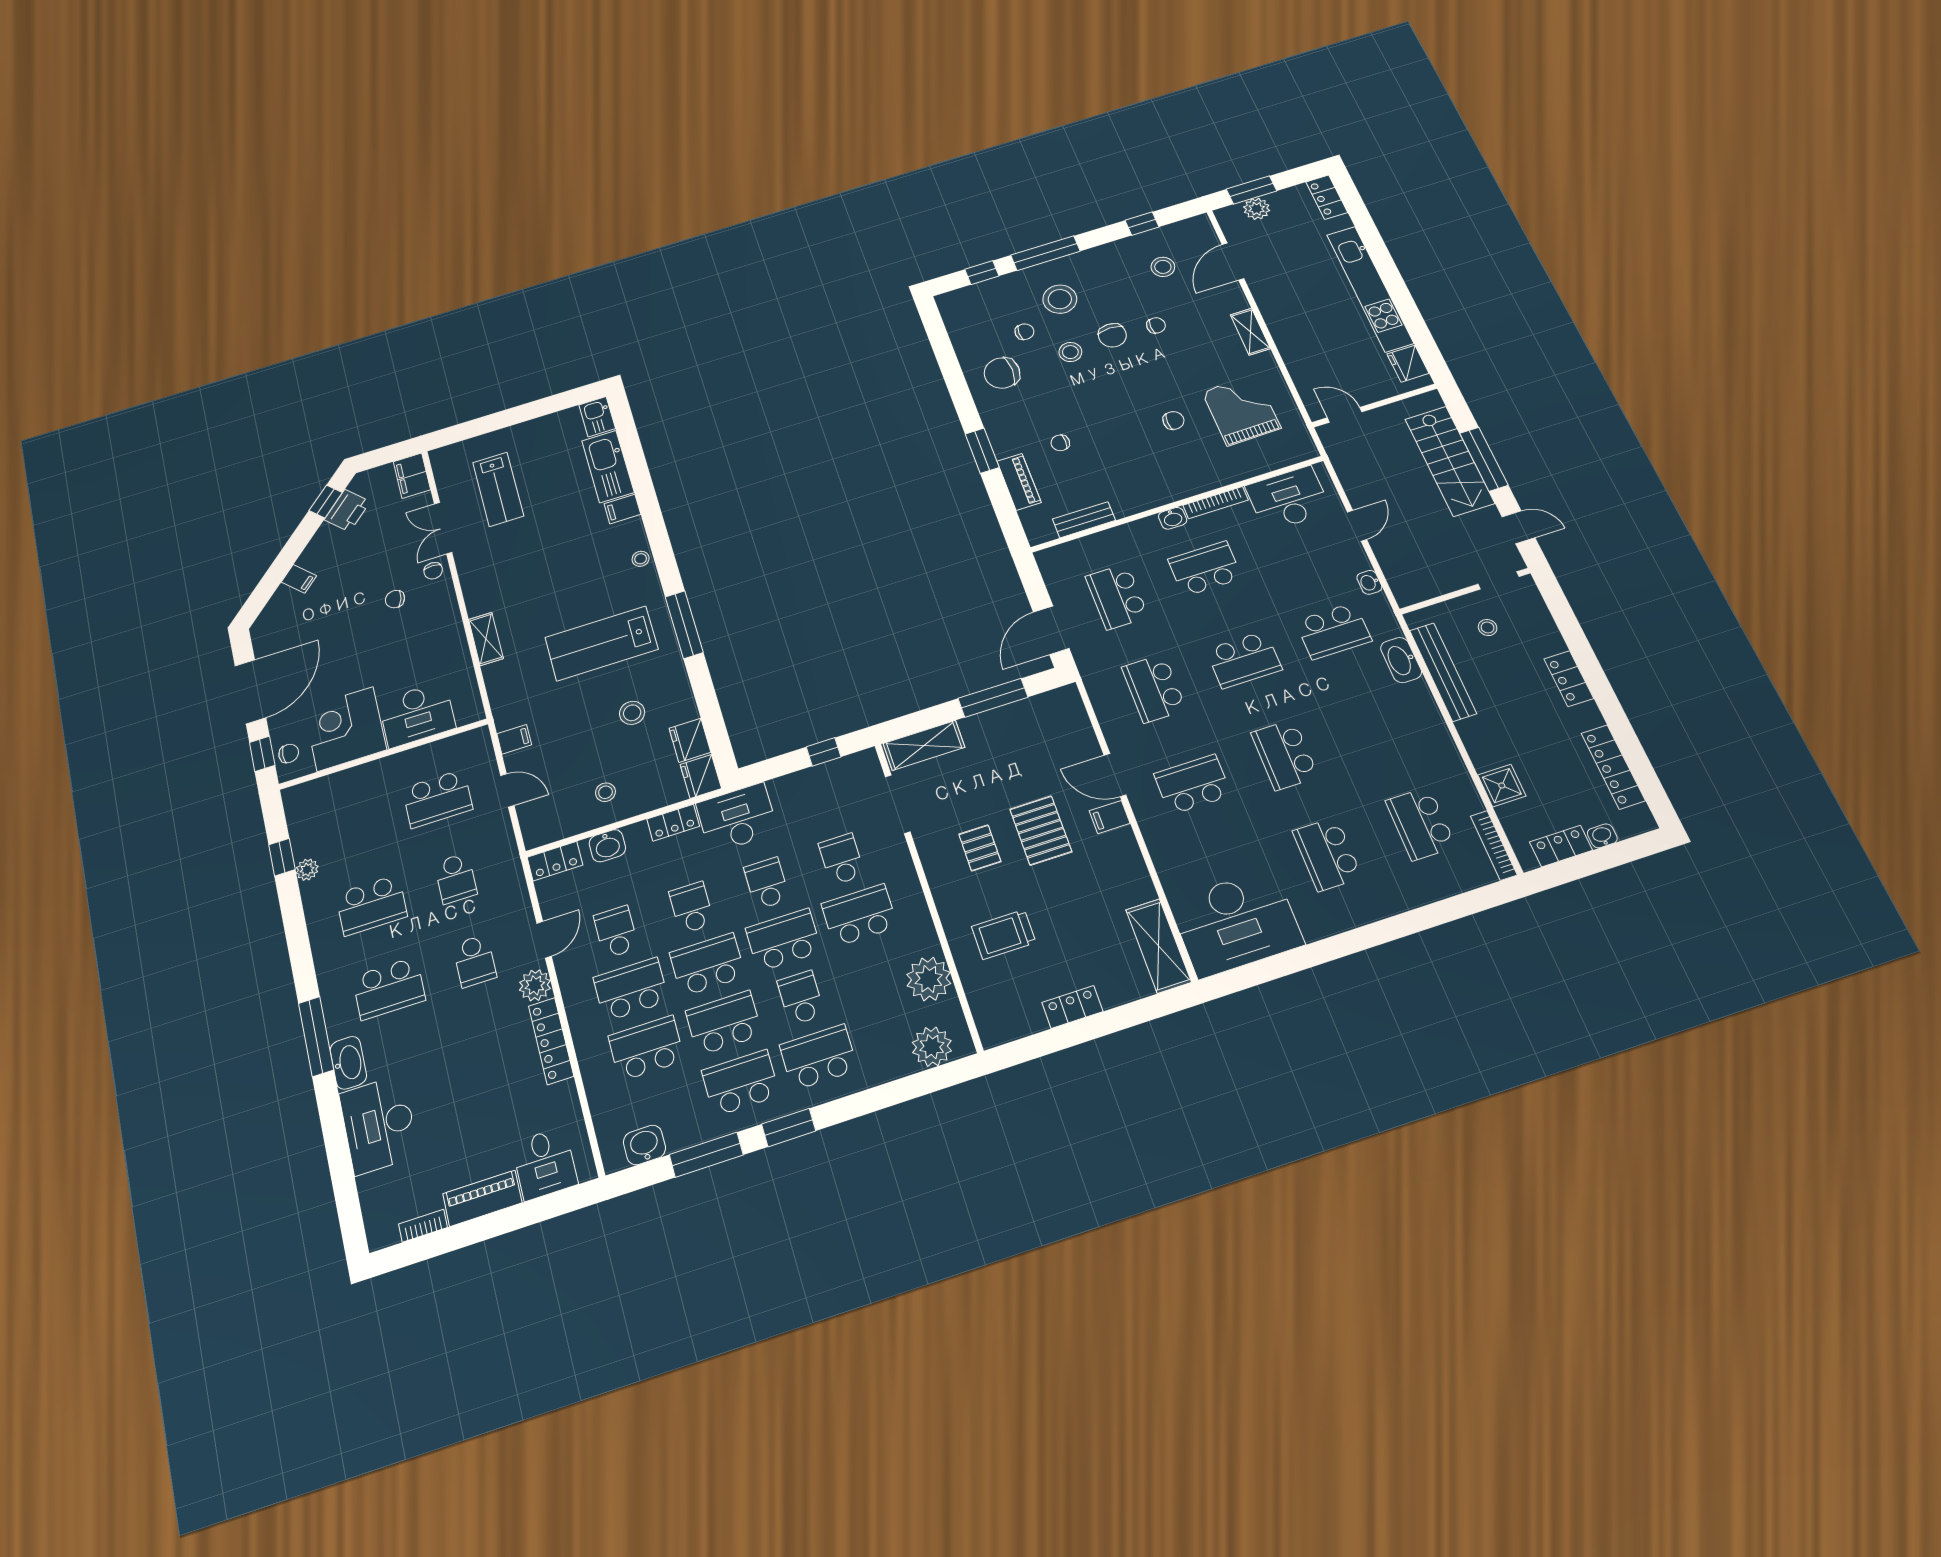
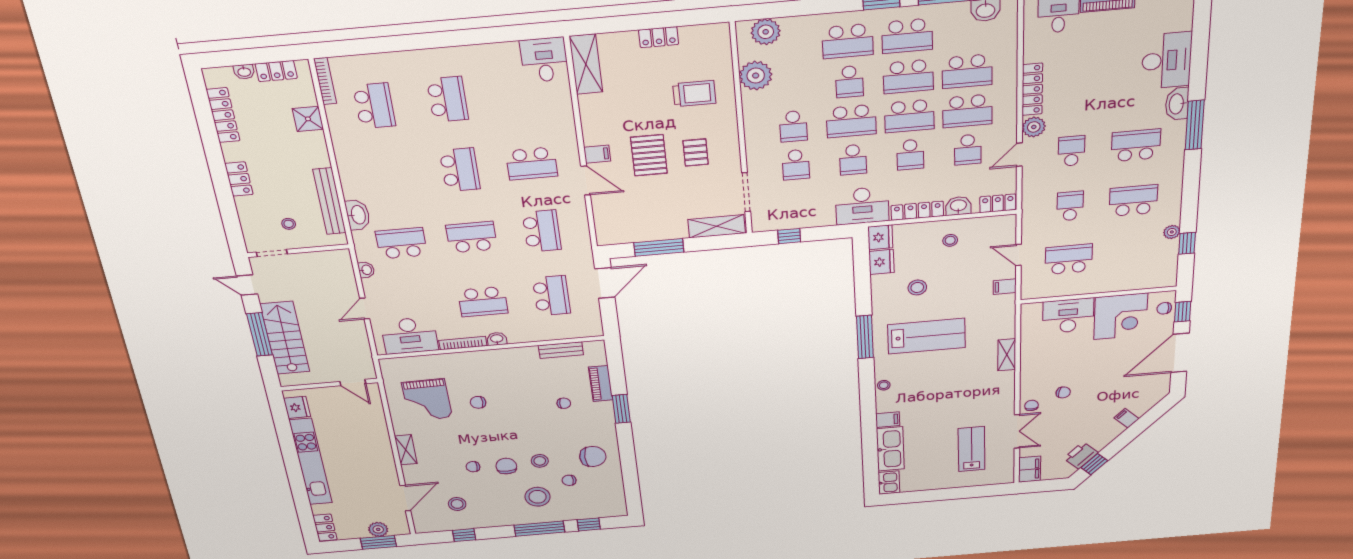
locker: (673, 823) -> (917, 211), width x1.53
school desk: (859, 915) -> (793, 126), width x0.54
desk: (1236, 923) -> (544, 60), width x0.53, depth x0.77

